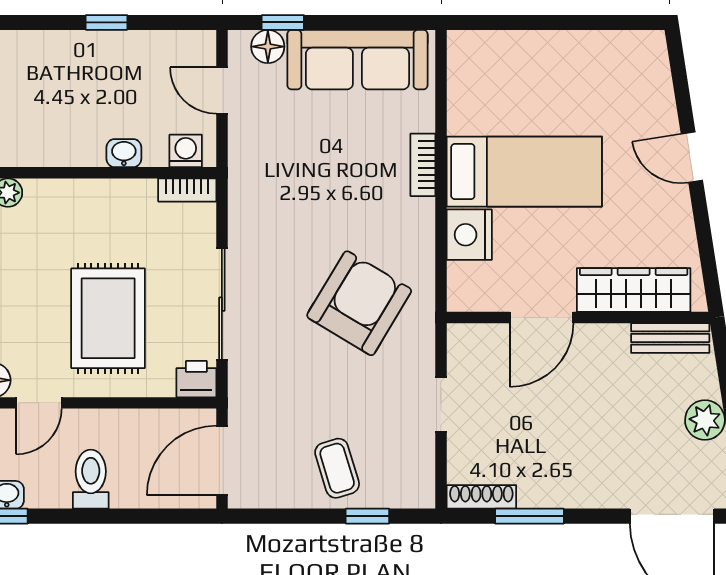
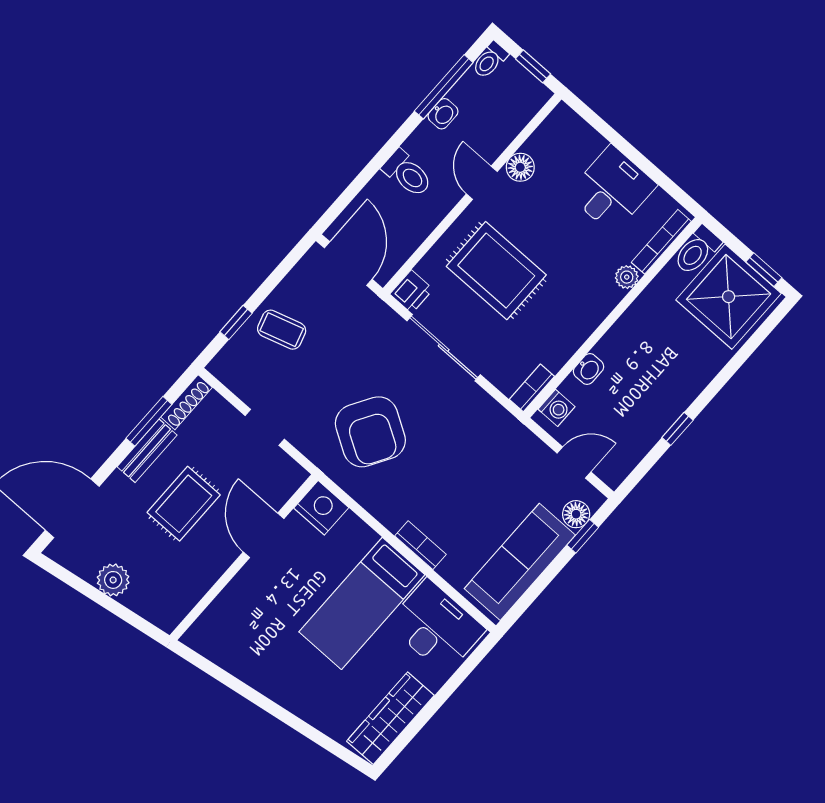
desk: (485, 84) -> (436, 627), added
door: (692, 157) -> (281, 713), removed
nightstand: (469, 235) -> (321, 508), moved
wardrobe: (634, 290) -> (390, 718), moved, turned 180
bench: (670, 338) -> (147, 451), moved
rug: (577, 417) -> (184, 504), added

